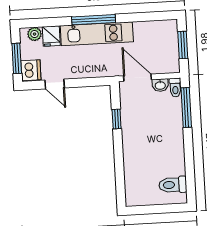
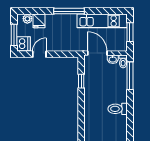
kitchen unit: (97, 34) -> (102, 21), moved
door: (55, 84) -> (39, 54), swing flipped
toilet: (173, 185) -> (118, 109), moved

